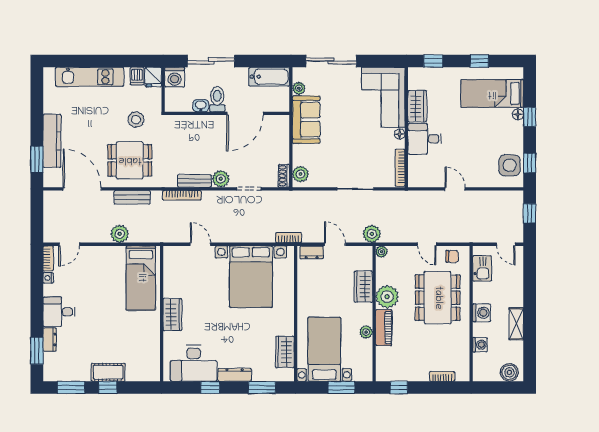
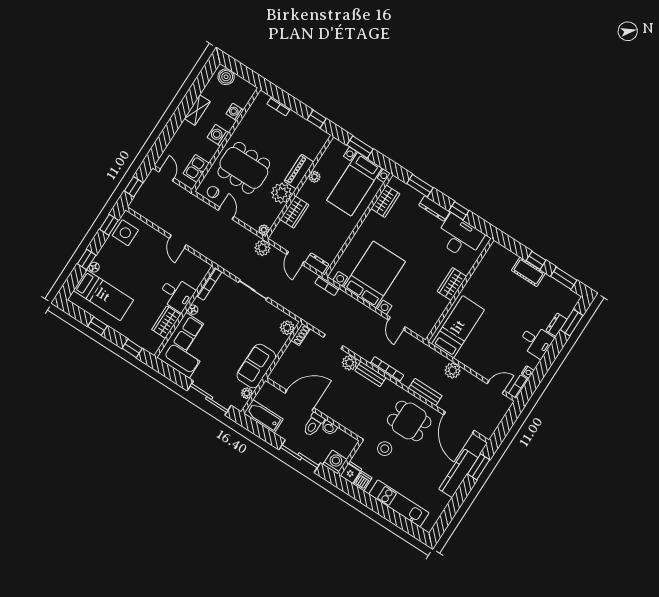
dining table: (438, 298) -> (244, 168), turned 90

